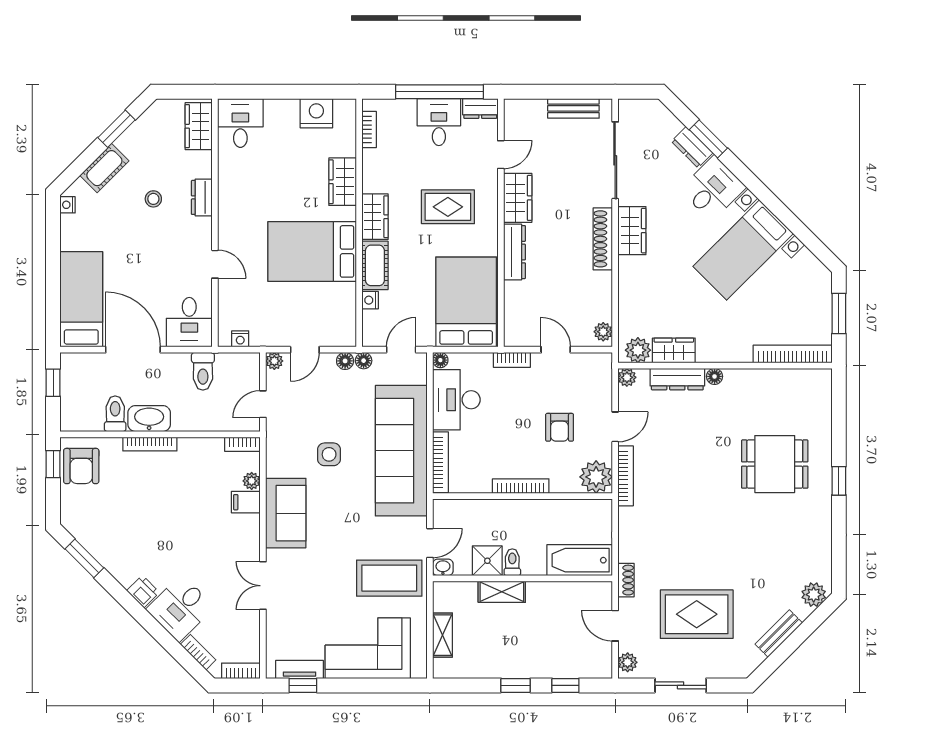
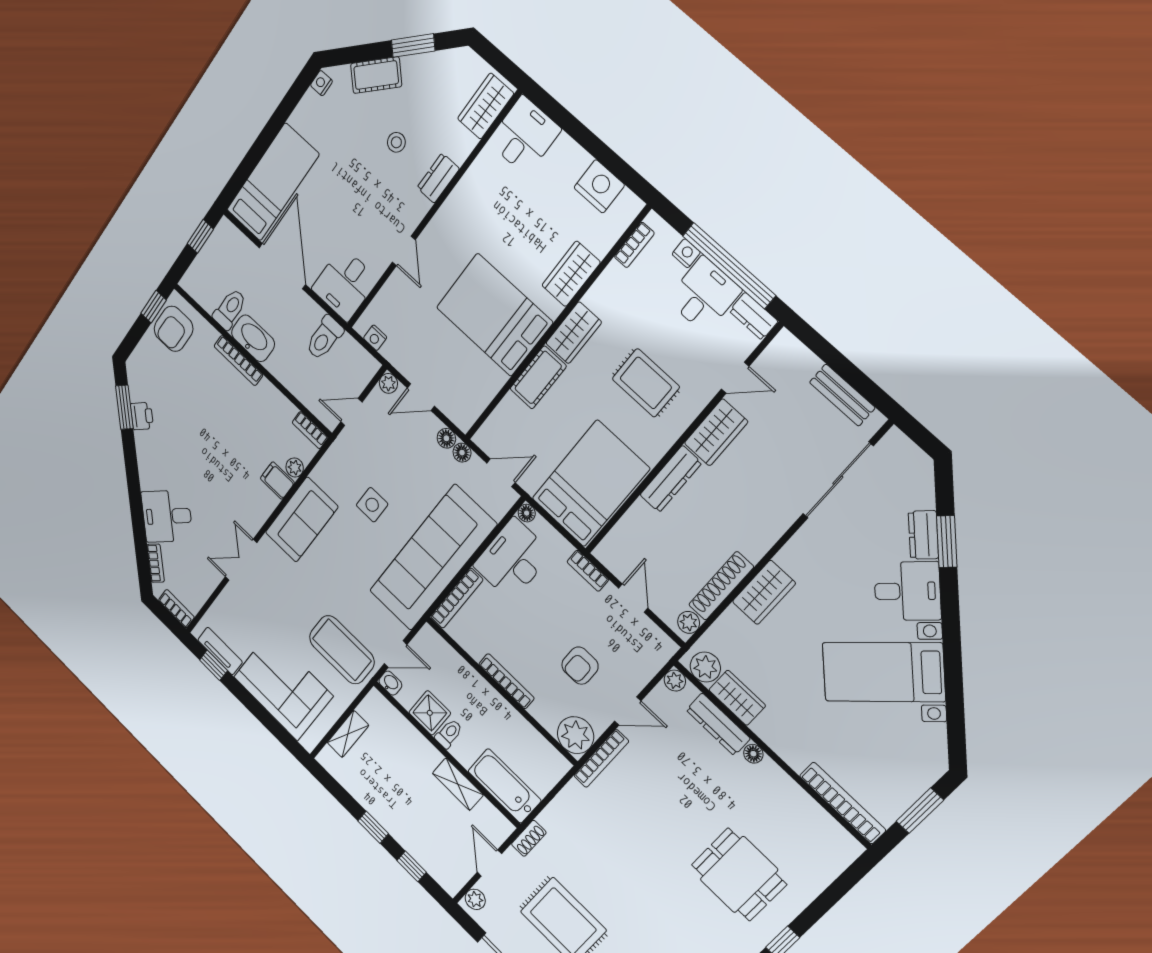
wardrobe: (632, 231) -> (764, 592), moved
shoe rack: (603, 239) -> (721, 586), moved
nightstand: (370, 300) -> (686, 253), moved, turned 90
printer: (143, 592) -> (142, 416), moved
shelving: (502, 592) -> (458, 784), moved

